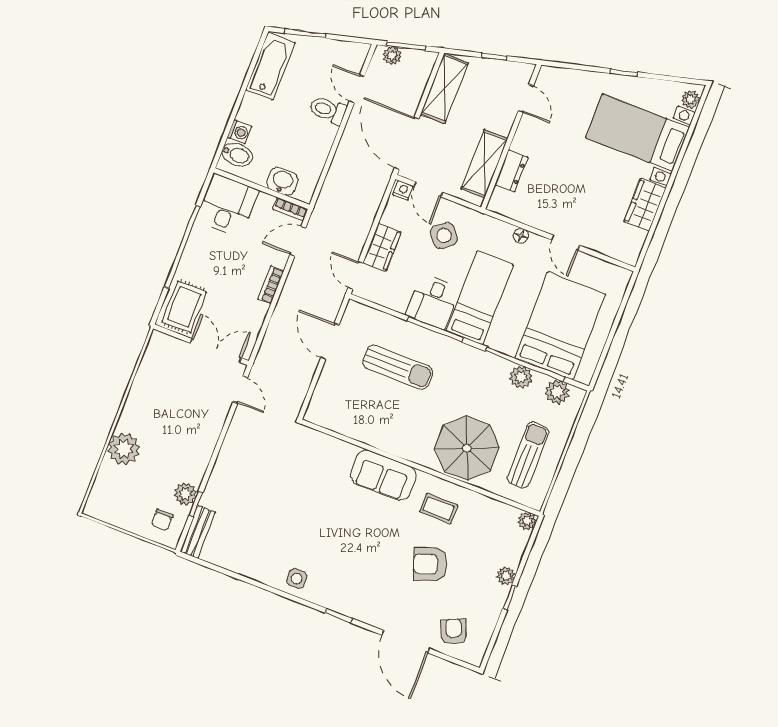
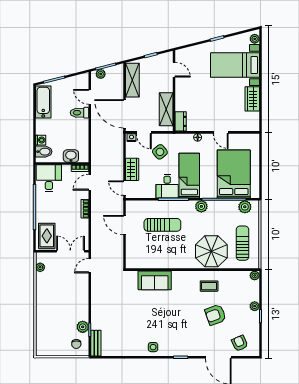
dresser: (511, 171) -> (181, 121), moved
plant: (521, 377) -> (201, 206), moved
door: (240, 390) -> (90, 266), swing flipped
plant: (124, 449) -> (40, 267), moved, width x0.53, depth x0.53
sofa: (383, 475) -> (155, 280), moved

